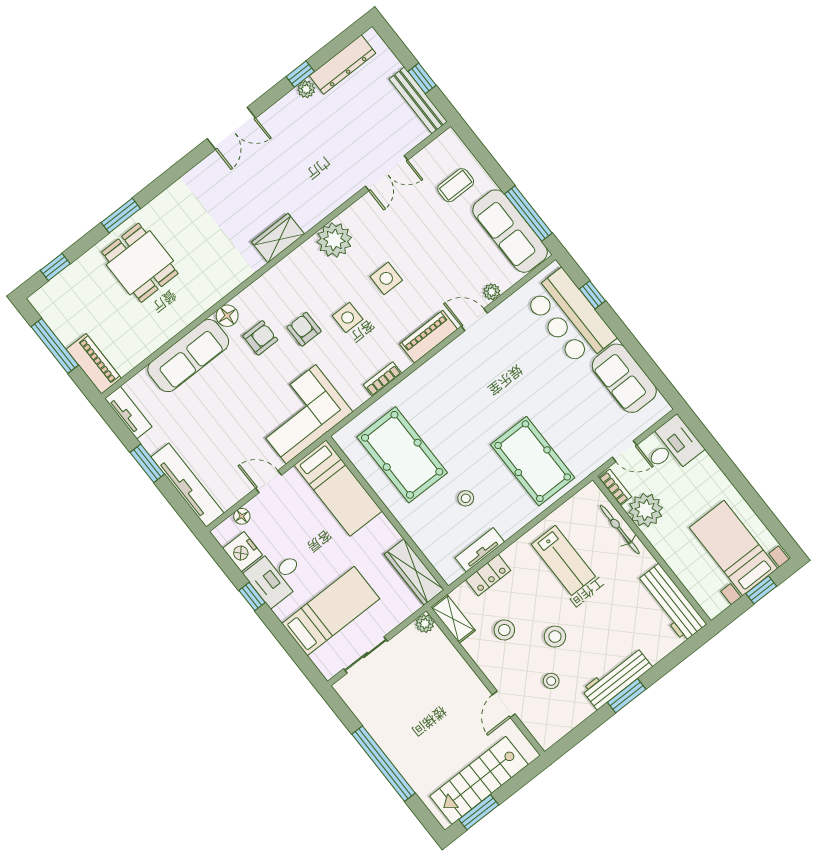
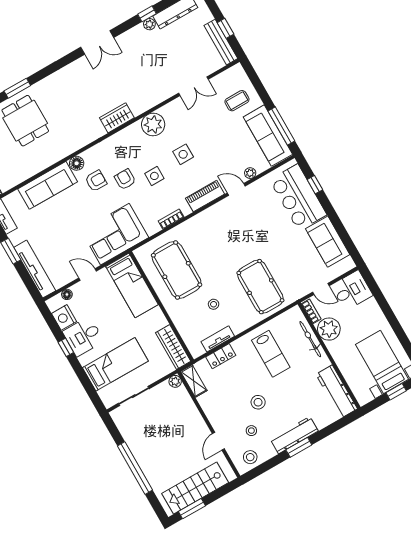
stool: (504, 630) -> (250, 457), moved

